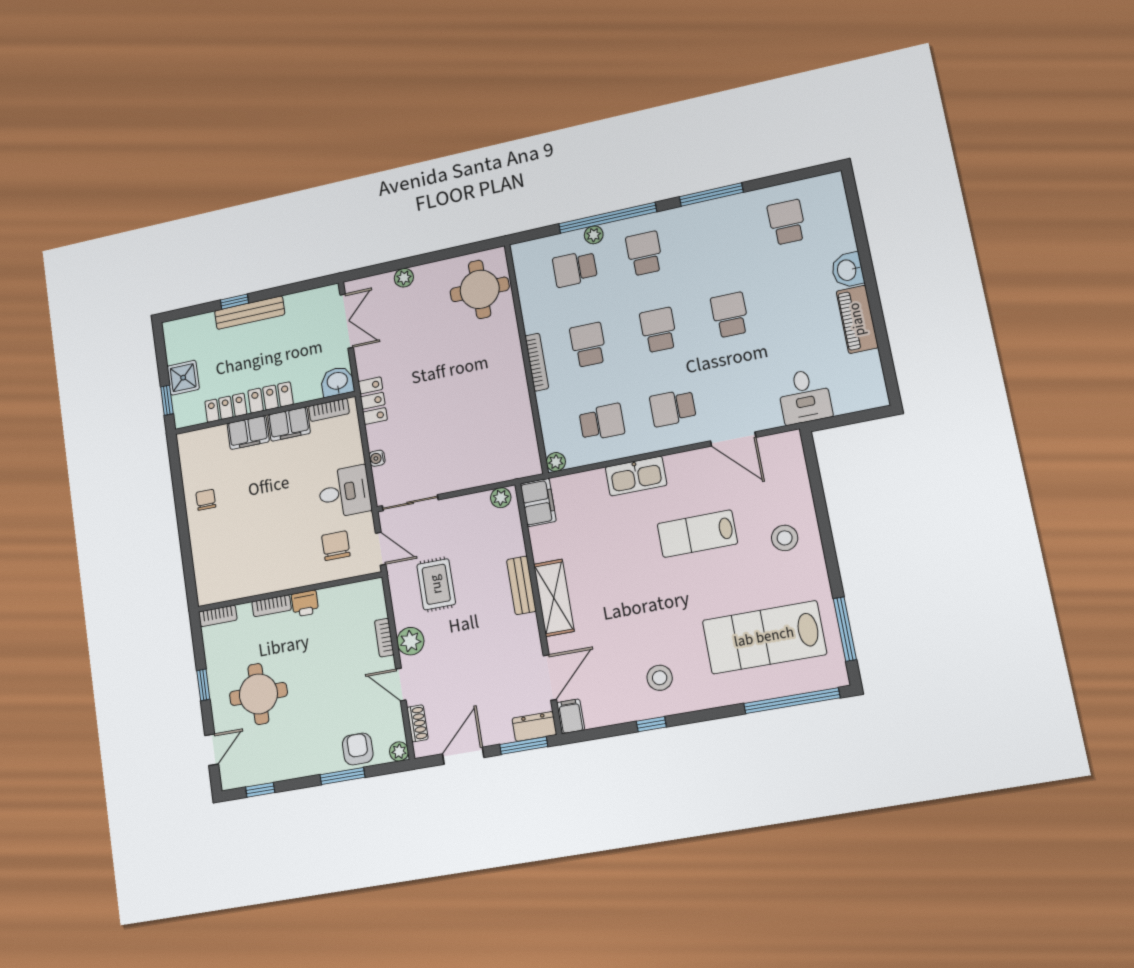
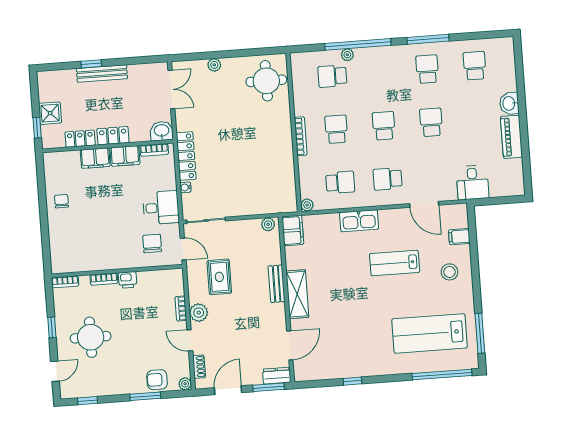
school desk: (644, 253) -> (427, 69), moved
locker: (373, 401) -> (186, 156), width x1.53
stool: (660, 678) -> (361, 352), removed
filing cabinet: (571, 716) -> (459, 237), moved, turned -90
armchair: (358, 749) -> (157, 380), turned -90

